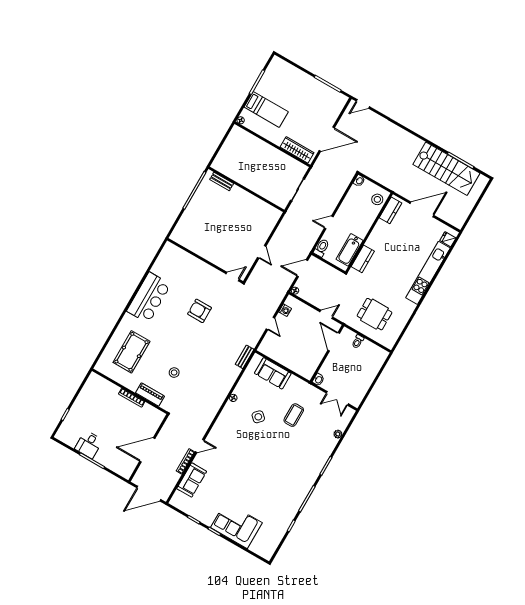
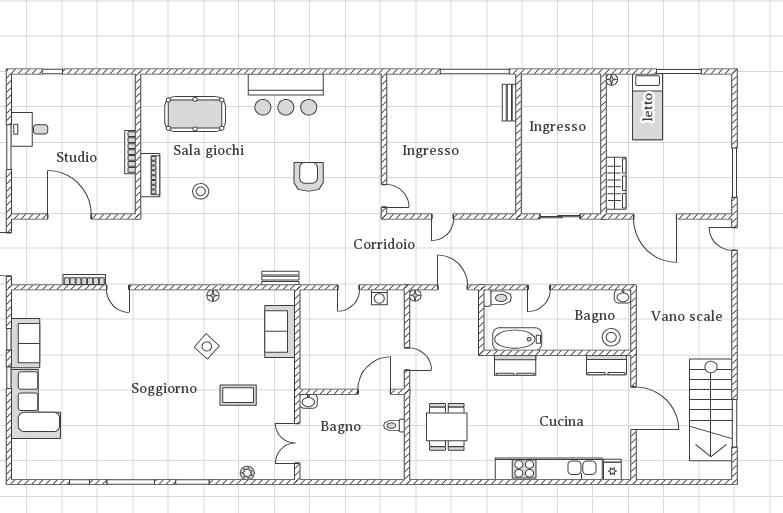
door: (329, 222) -> (539, 287), swing flipped
sofa: (192, 480) -> (25, 343), moved, turned -90

